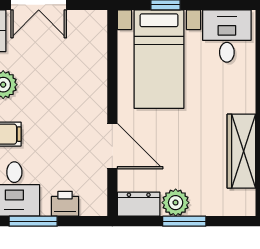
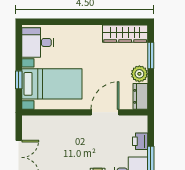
wardrobe: (241, 151) -> (125, 34), moved
window: (184, 221) -> (151, 56), moved

